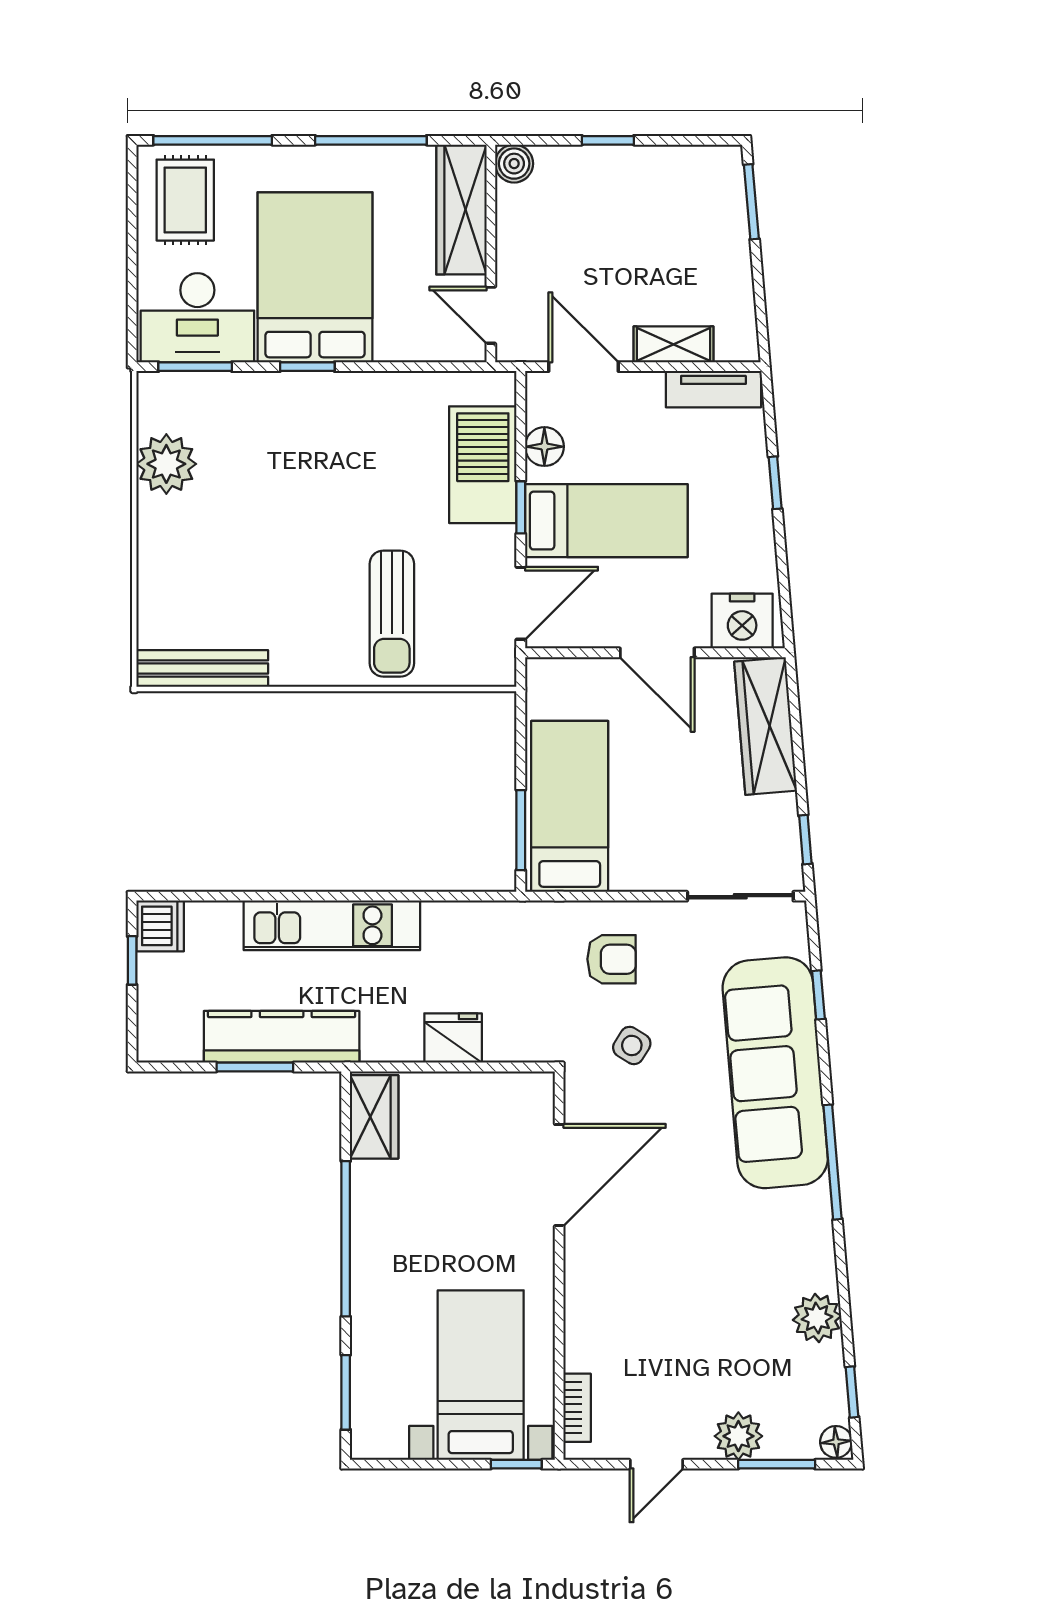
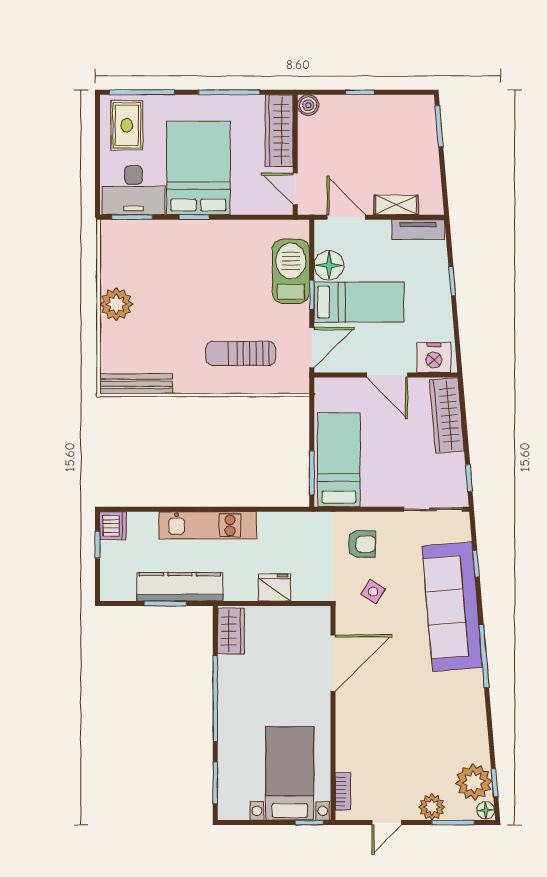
floor lamp: (544, 447) -> (329, 265), width x1.38, depth x1.38
plant: (166, 464) -> (116, 304), moved
sun lounger: (392, 614) -> (241, 353), turned 90
plant: (817, 1318) -> (474, 782), moved, width x1.36, depth x1.36

